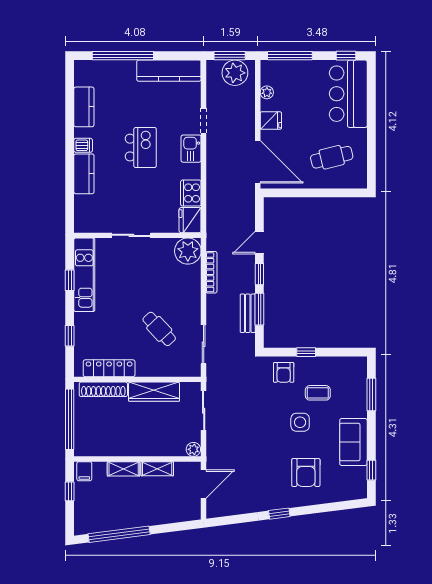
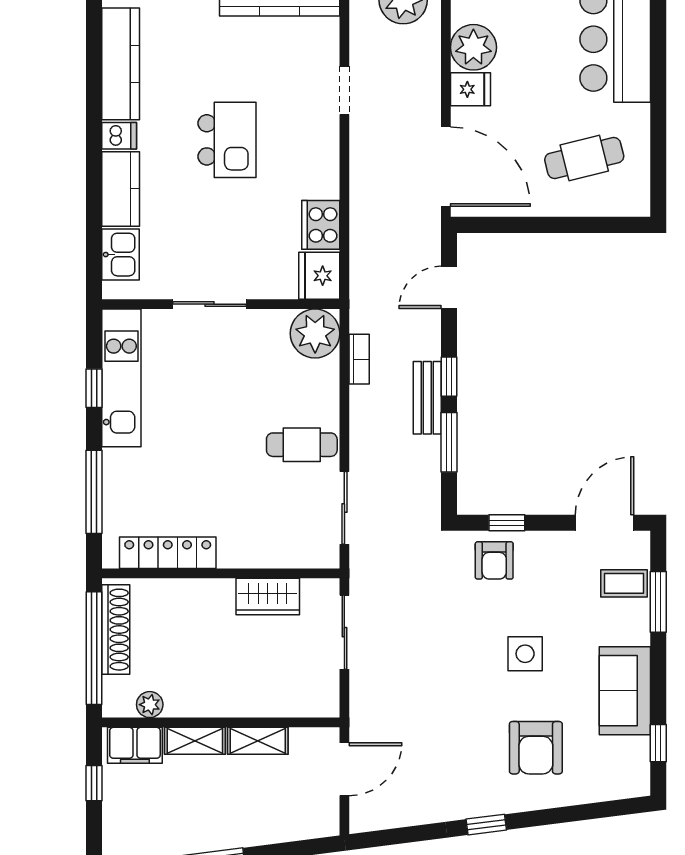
plant: (267, 92) -> (473, 47), width x1.87, depth x1.87
kitchen counter: (84, 107) -> (121, 64), width x1.50
kitchen sink: (191, 149) -> (121, 255), moved, turned 180
door: (259, 243) -> (449, 287), moved
bookcase: (211, 272) -> (359, 359), width x0.64
bench: (248, 313) -> (427, 398), moved
cafe table: (159, 329) -> (302, 445), moved, turned -47
window: (70, 336) -> (94, 492), width x2.17
window: (306, 352) -> (507, 523), moved
door: (343, 352) -> (605, 523), added
shoe rack: (103, 389) -> (116, 630), moved, turned -90
wardrobe: (154, 392) -> (268, 597), width x0.67
coffee table: (318, 393) -> (624, 583), moved
plant: (193, 449) -> (150, 705), moved
filing cabinet: (84, 471) -> (135, 745), width x2.00

